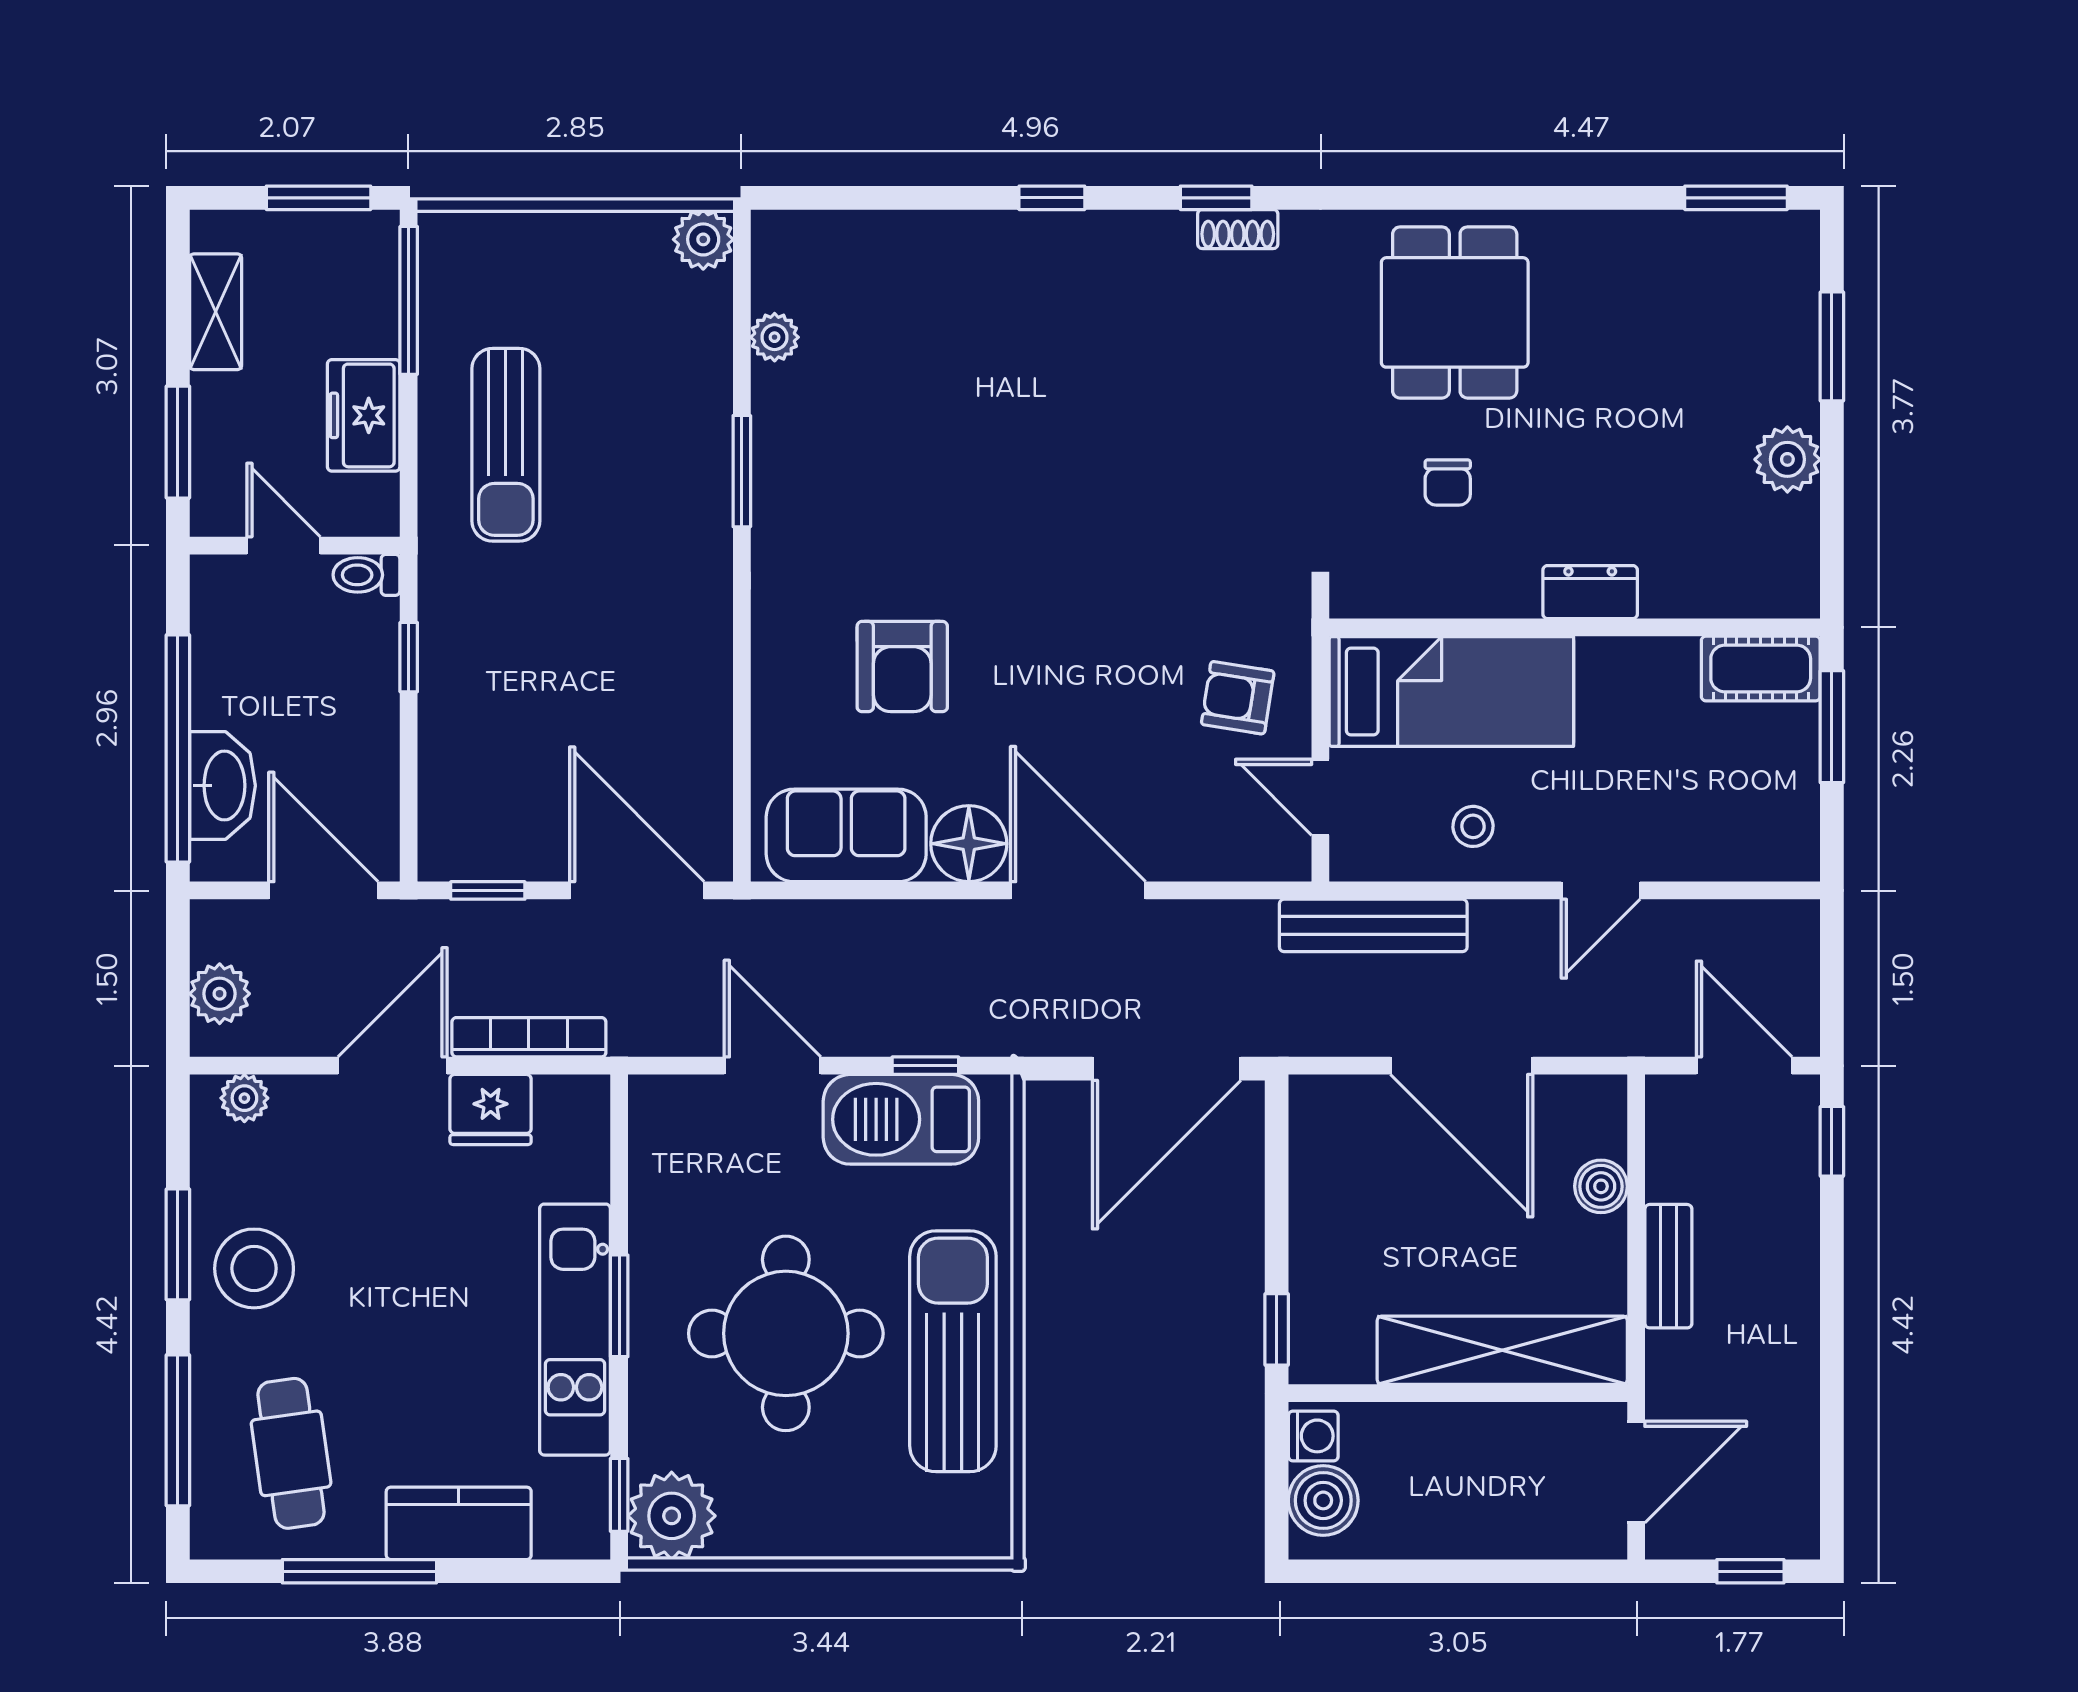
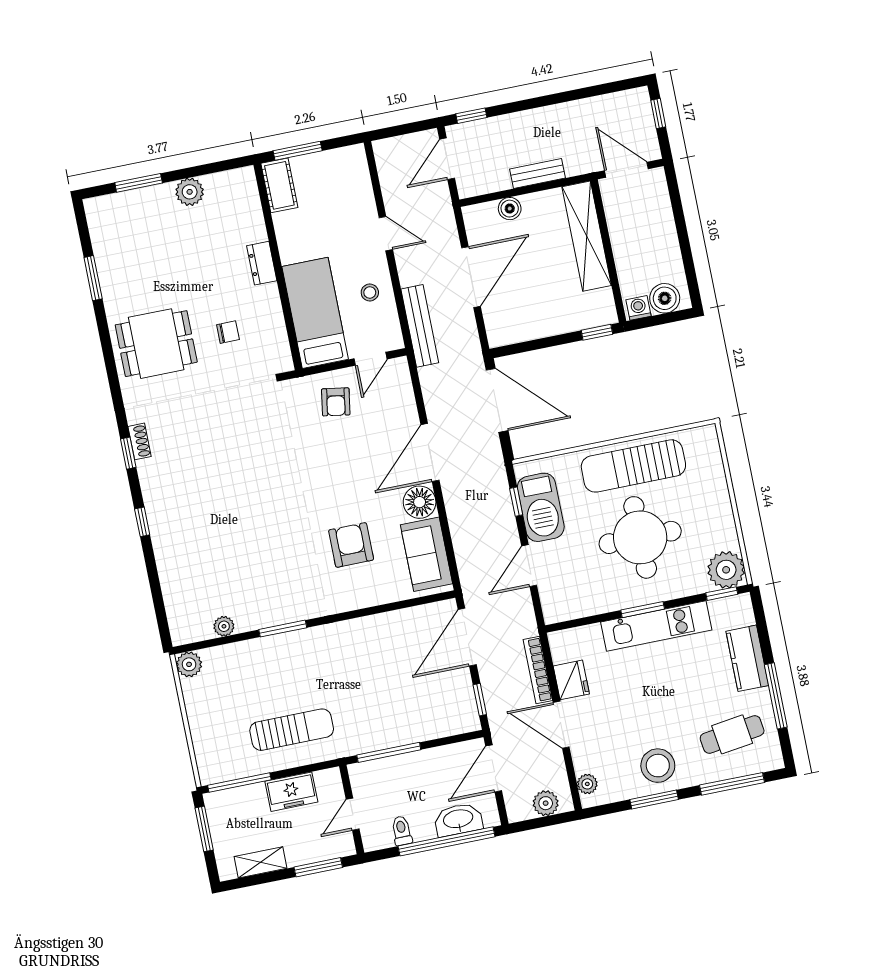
window: (1736, 198) -> (93, 278), moved
toilet: (366, 575) -> (402, 831), moved, turned 180
window: (409, 657) -> (389, 752), width x2.17
armchair: (902, 667) -> (351, 545), turned -90

